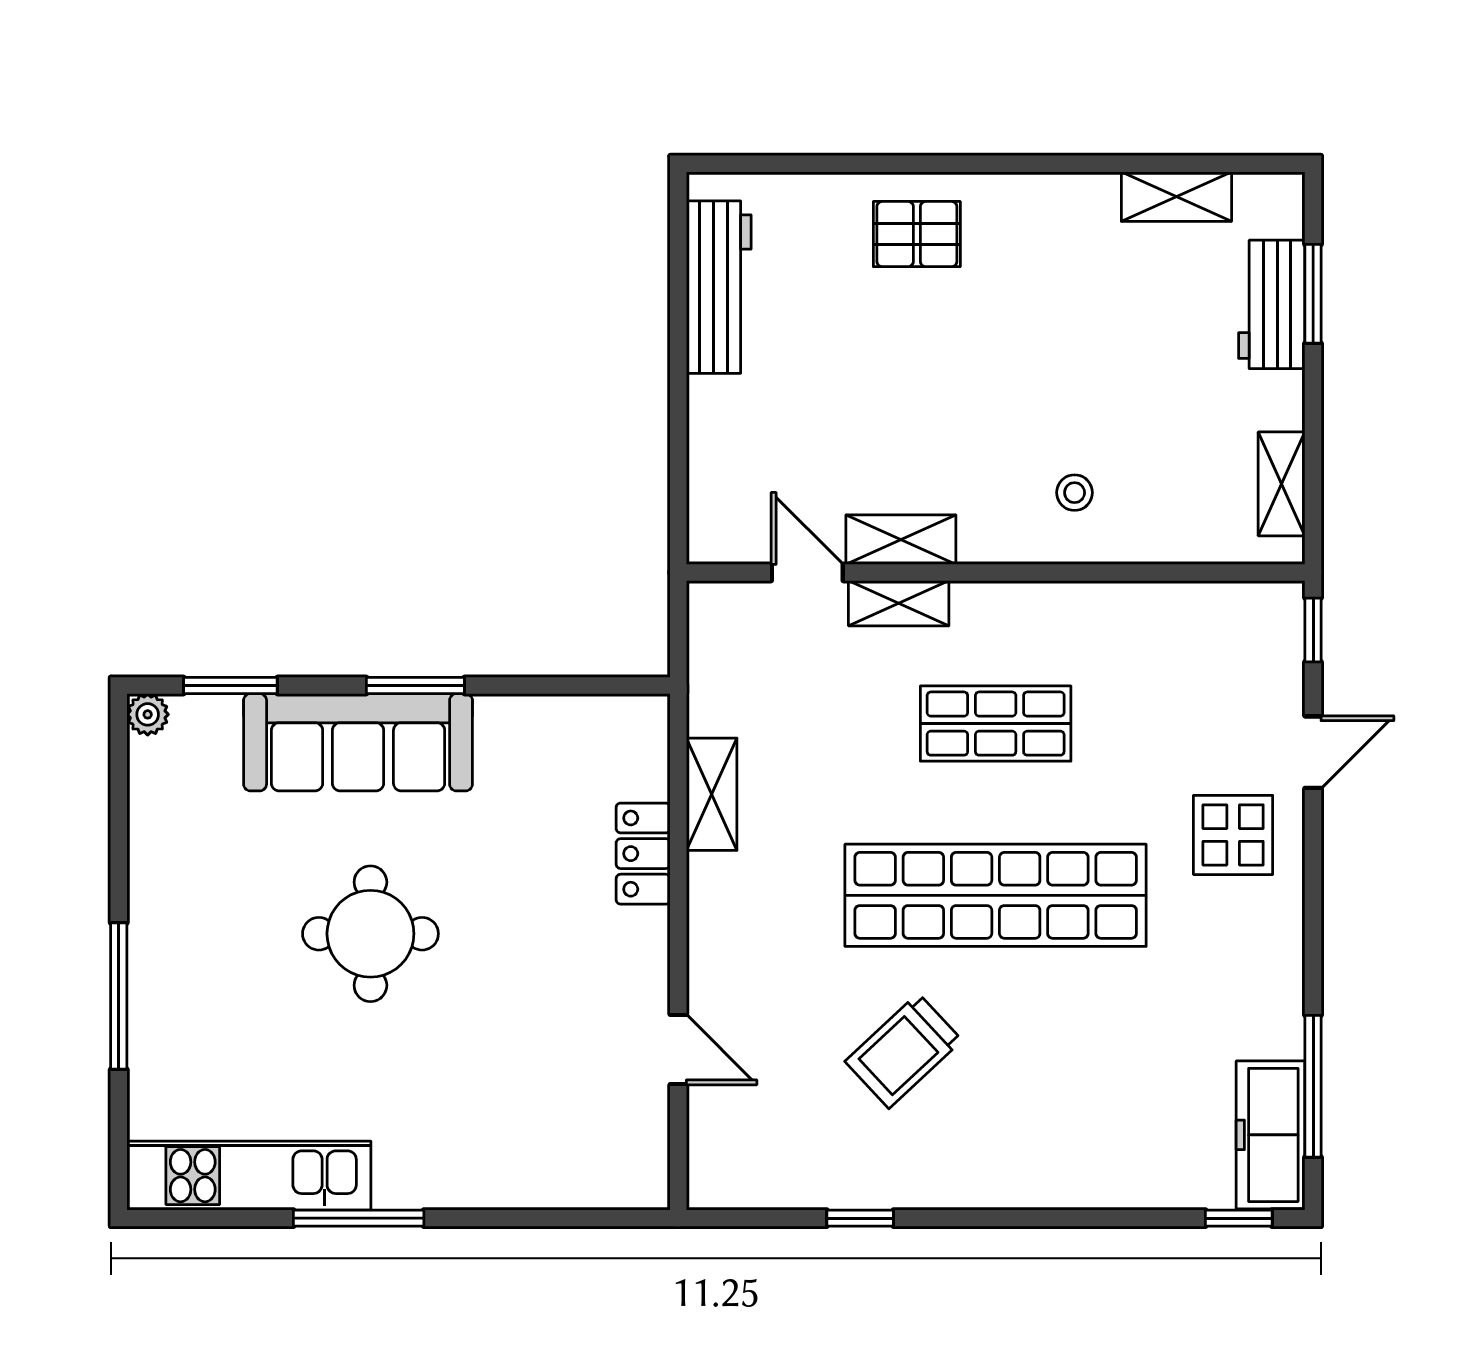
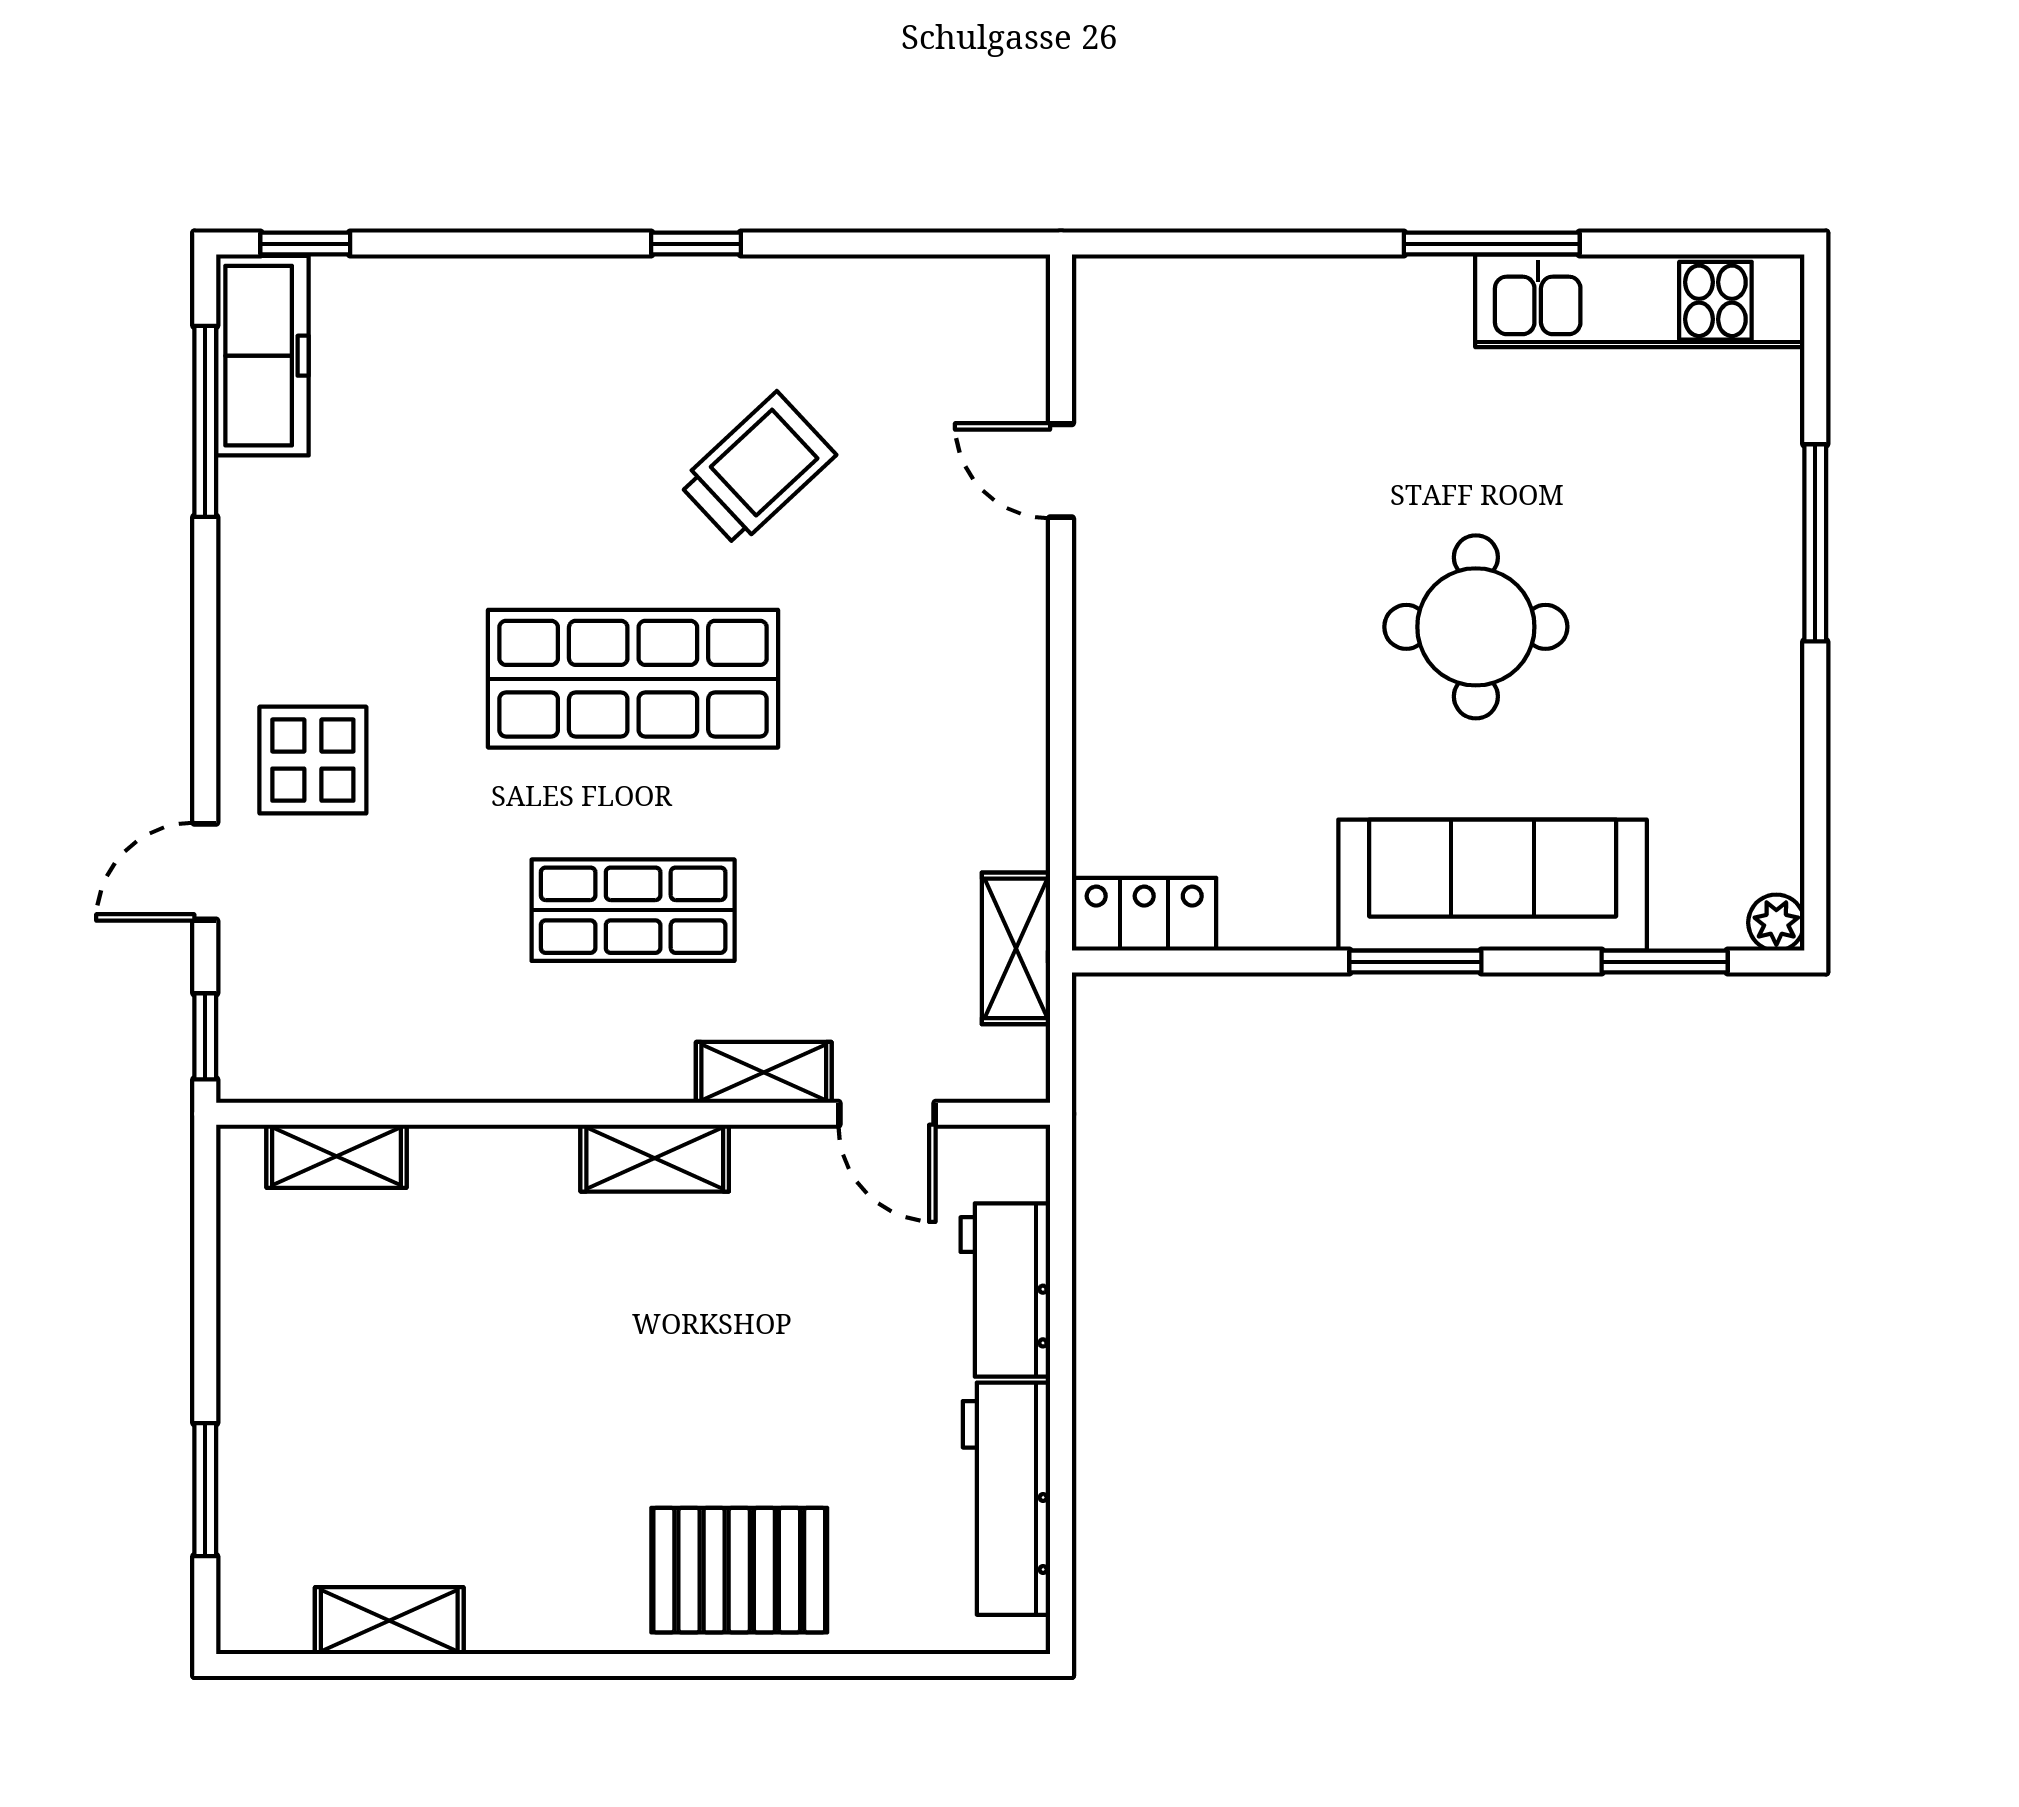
pallet: (917, 234) -> (739, 1570), width x1.50, depth x1.42
workbench: (1272, 304) -> (1005, 1290), moved, turned 180
shelving: (1282, 484) -> (336, 1156), moved, turned 90
stool: (1075, 493) -> (527, 1222), removed
shelving: (901, 540) -> (655, 1158), moved
shelving: (712, 794) -> (1016, 948), moved
locker: (643, 854) -> (1144, 914), moved, turned -90
shop shelf: (996, 895) -> (633, 679), width x0.71
window: (860, 1218) -> (696, 244), moved

